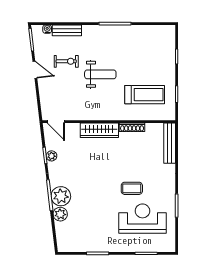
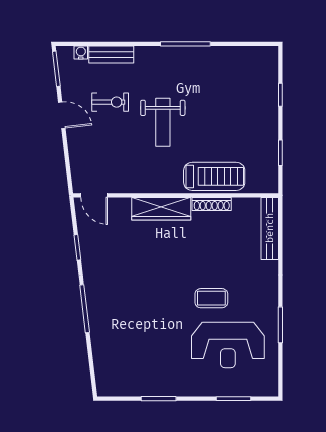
weight bench: (100, 74) -> (163, 122), turned 90
treadmill: (145, 95) -> (214, 176), moved
plant: (52, 156) -> (88, 248), removed
plant: (61, 196) -> (102, 310), removed
plant: (60, 214) -> (101, 338), removed
reception desk: (142, 219) -> (228, 345), turned 180

